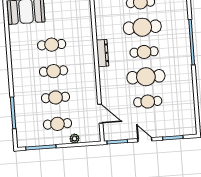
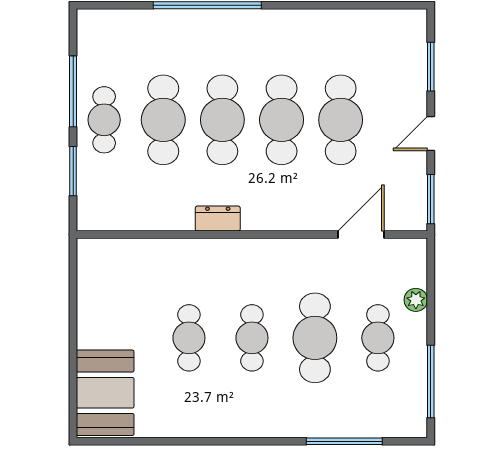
cafe table: (144, 52) -> (222, 120), width x1.37, depth x1.35
dresser: (103, 53) -> (218, 219), width x0.70
cafe table: (56, 97) -> (315, 338), width x1.37, depth x1.35
cafe table: (148, 102) -> (341, 120), width x1.37, depth x1.35

